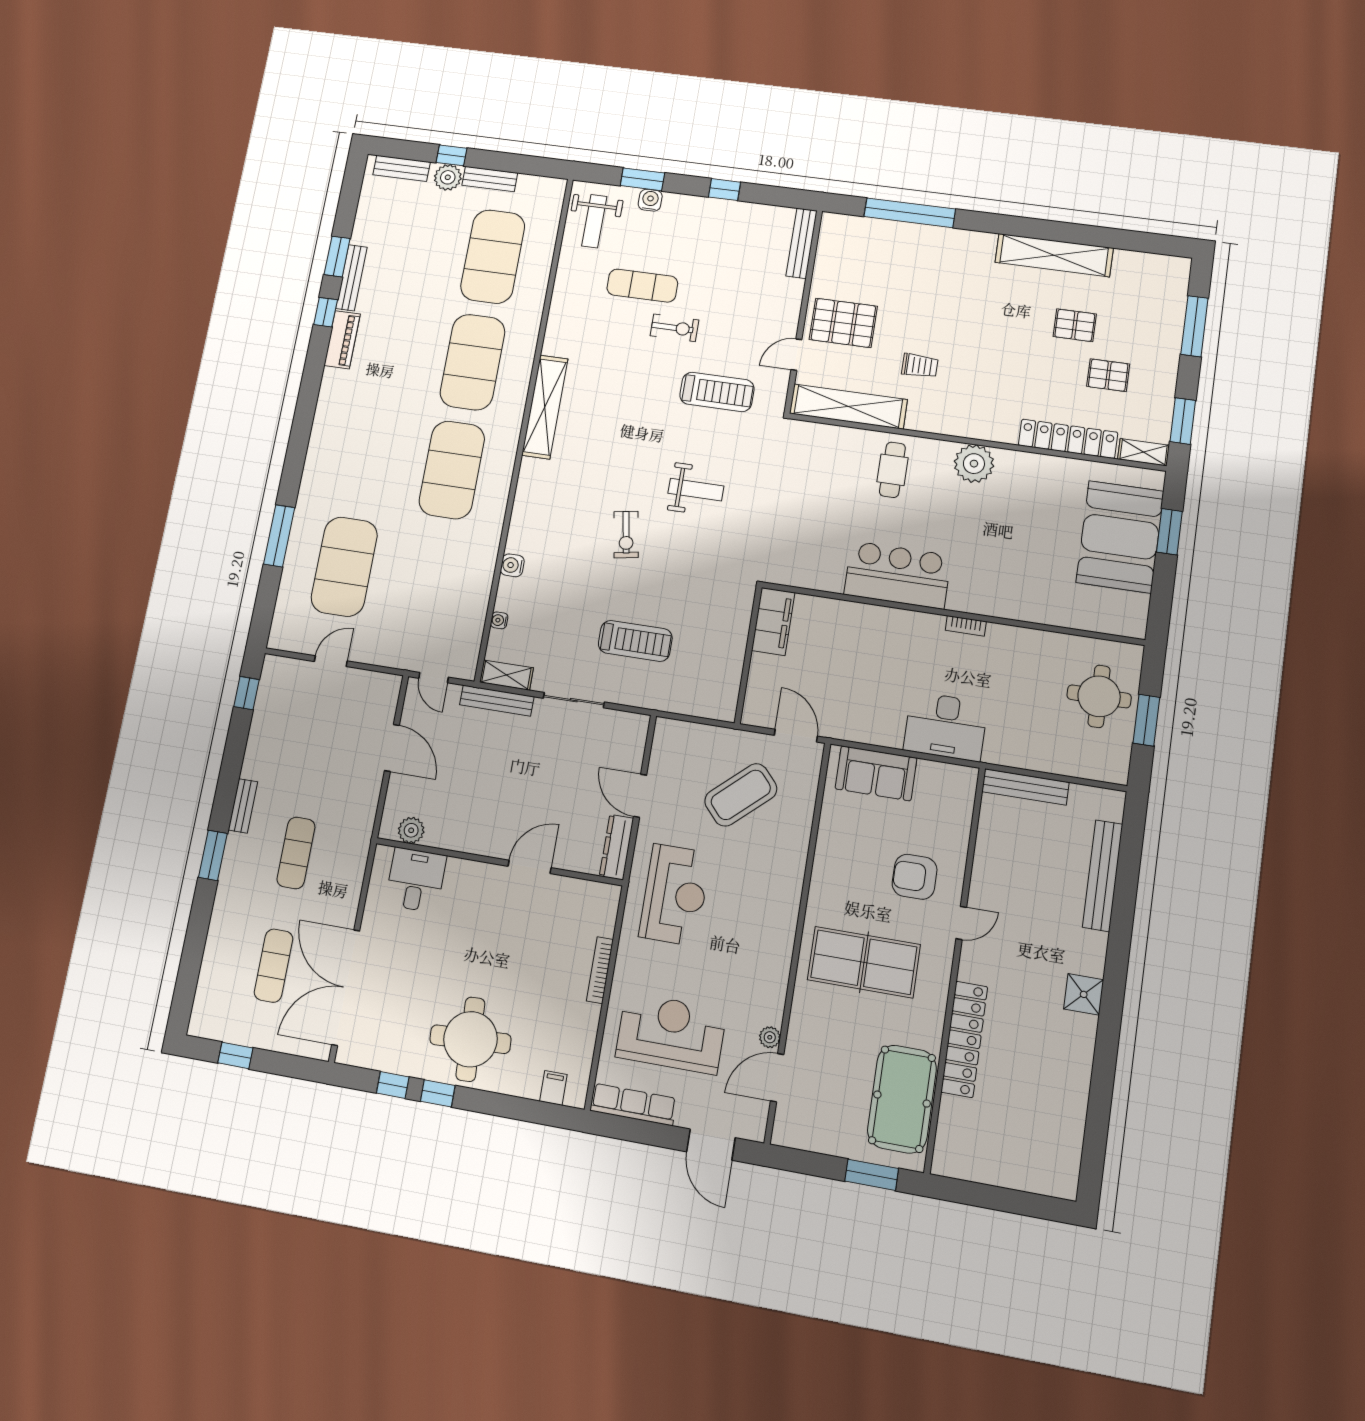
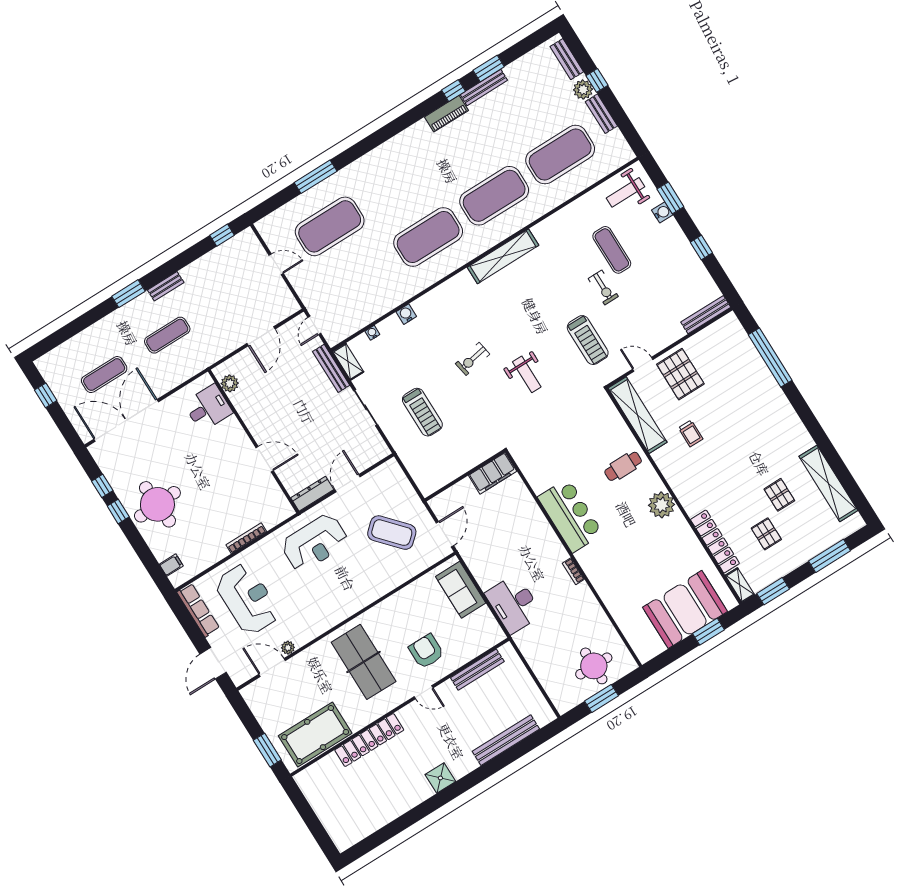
shelving: (1054, 255) -> (828, 483), moved
bench: (1026, 787) -> (477, 670), moved, turned 90

